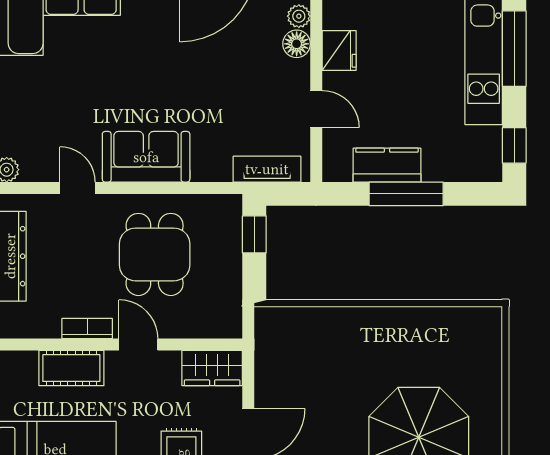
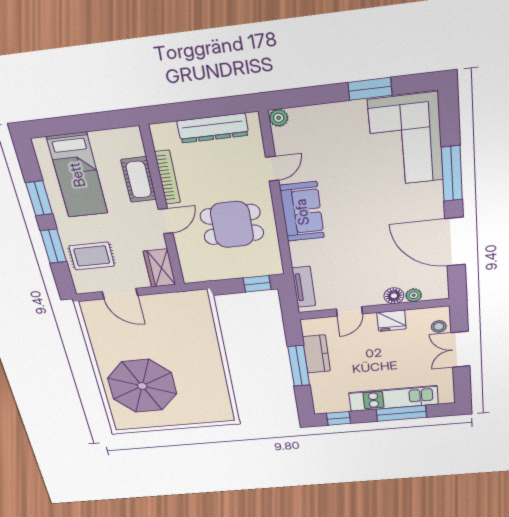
bookcase: (87, 329) -> (168, 177), width x1.56

